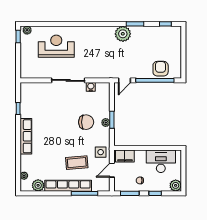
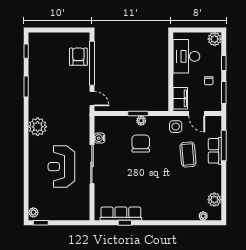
plant: (123, 34) -> (38, 127), moved
reception desk: (56, 46) -> (61, 167), moved
armchair: (161, 69) -> (78, 57), turned 90
row of seats: (26, 136) -> (121, 214), moved
row of seats: (68, 186) -> (215, 151), width x0.50

